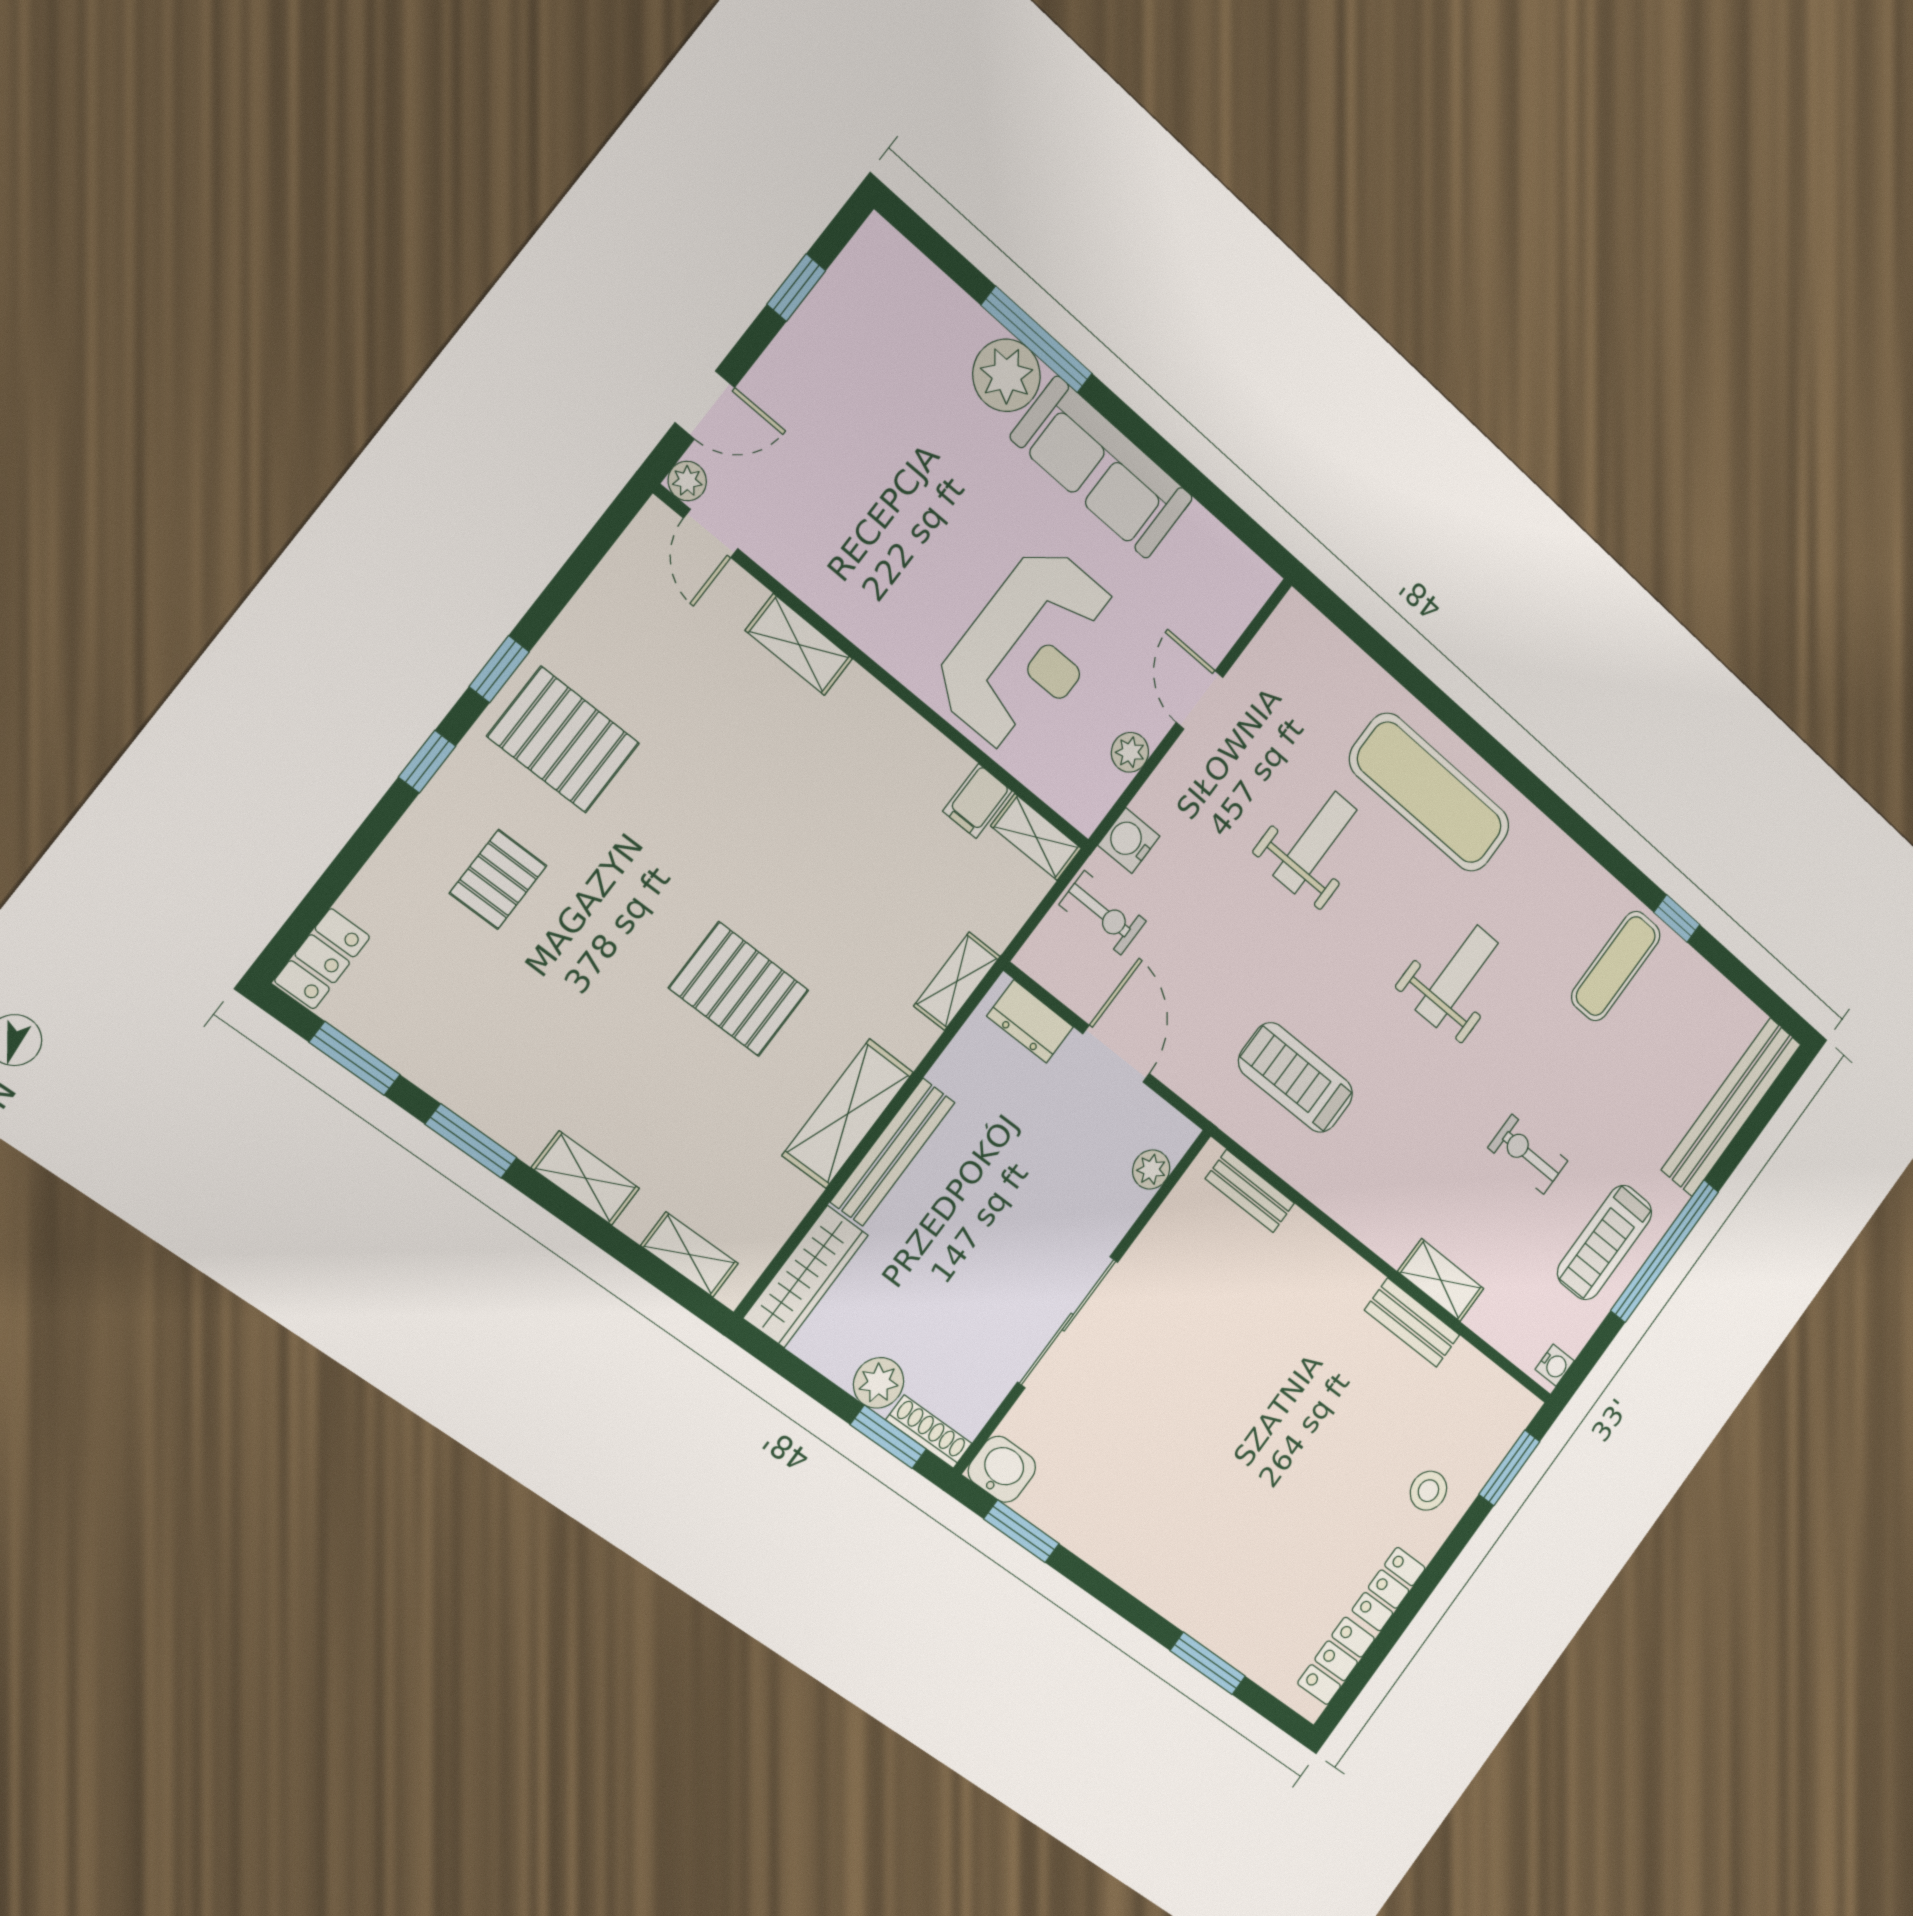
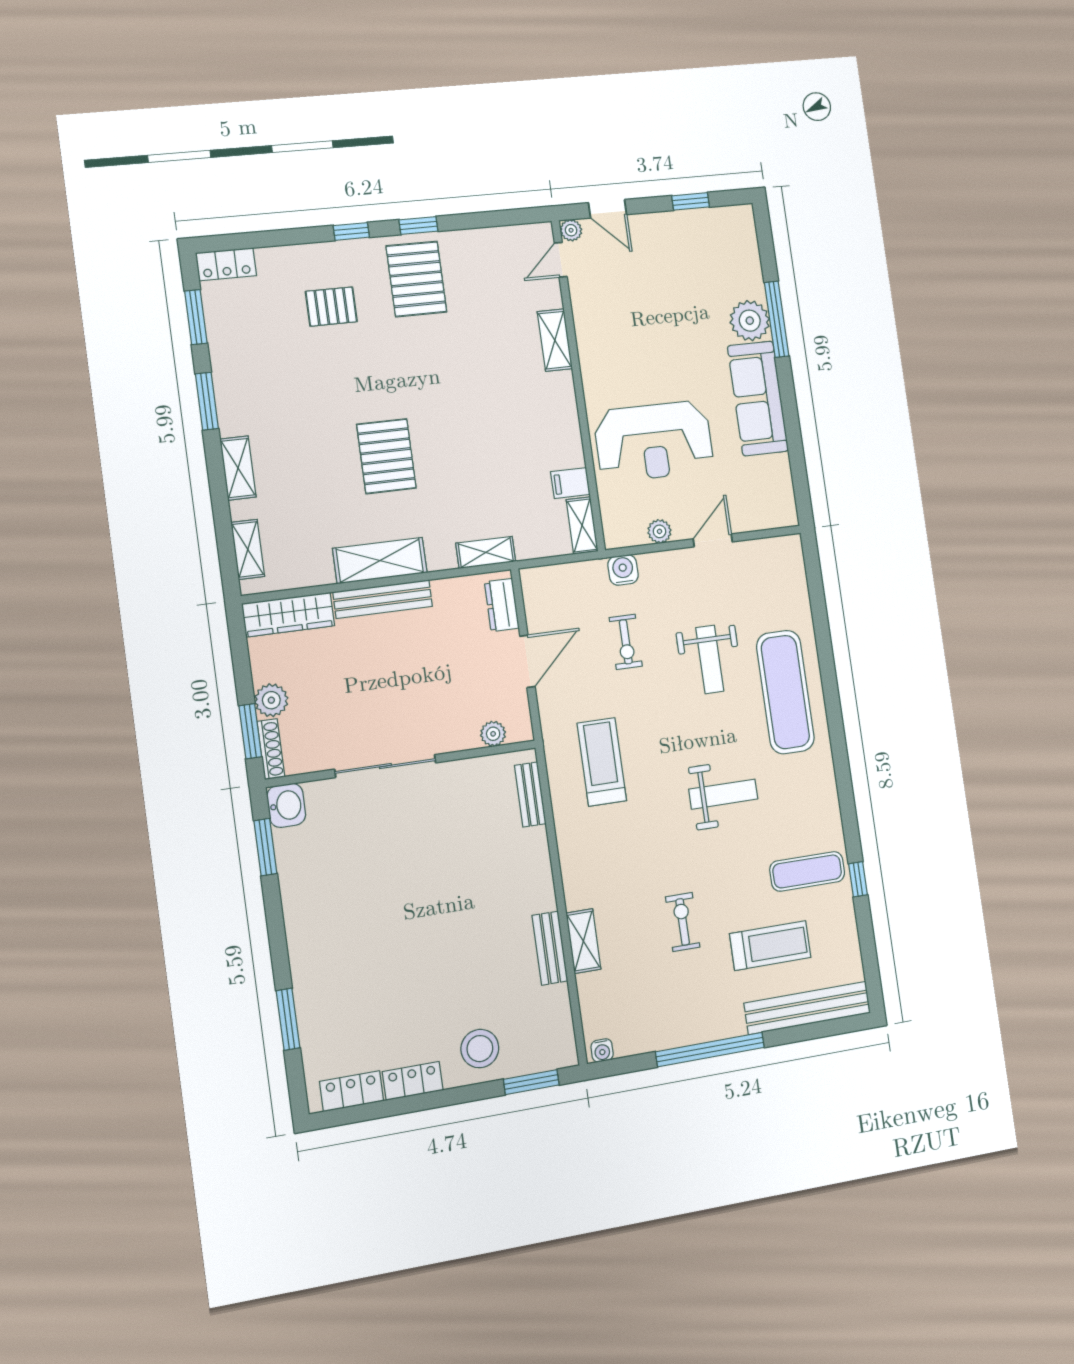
weight bench: (1315, 843) -> (710, 659), turned 90
exercise bike: (1103, 913) -> (626, 642), moved
treadmill: (1605, 1243) -> (770, 946), moved, turned 180
stool: (1428, 1491) -> (480, 1049), width x1.38, depth x1.38

